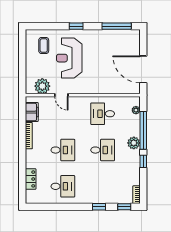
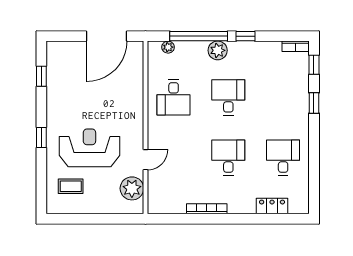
window: (117, 26) -> (41, 76), width x0.46
reception desk: (69, 58) -> (89, 148), turned 180
filing cabinet: (32, 112) -> (171, 204), removed

